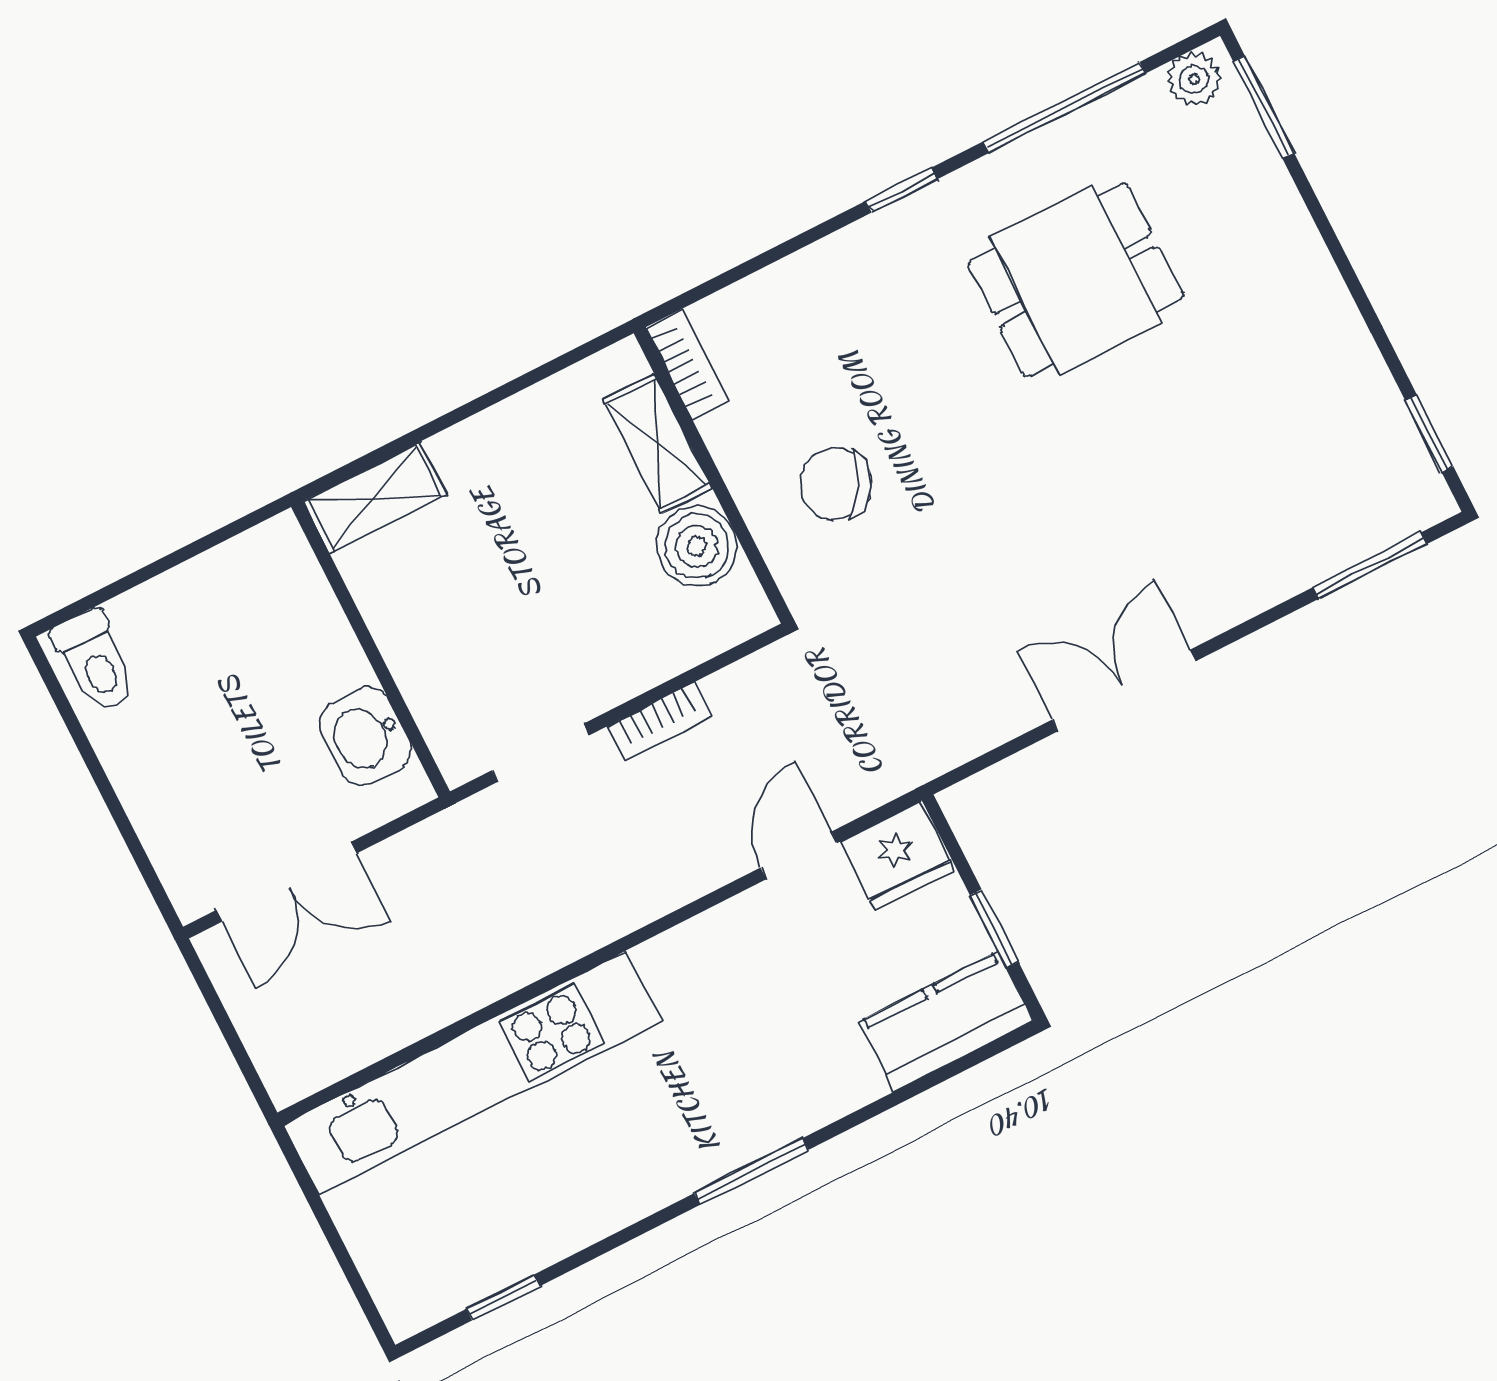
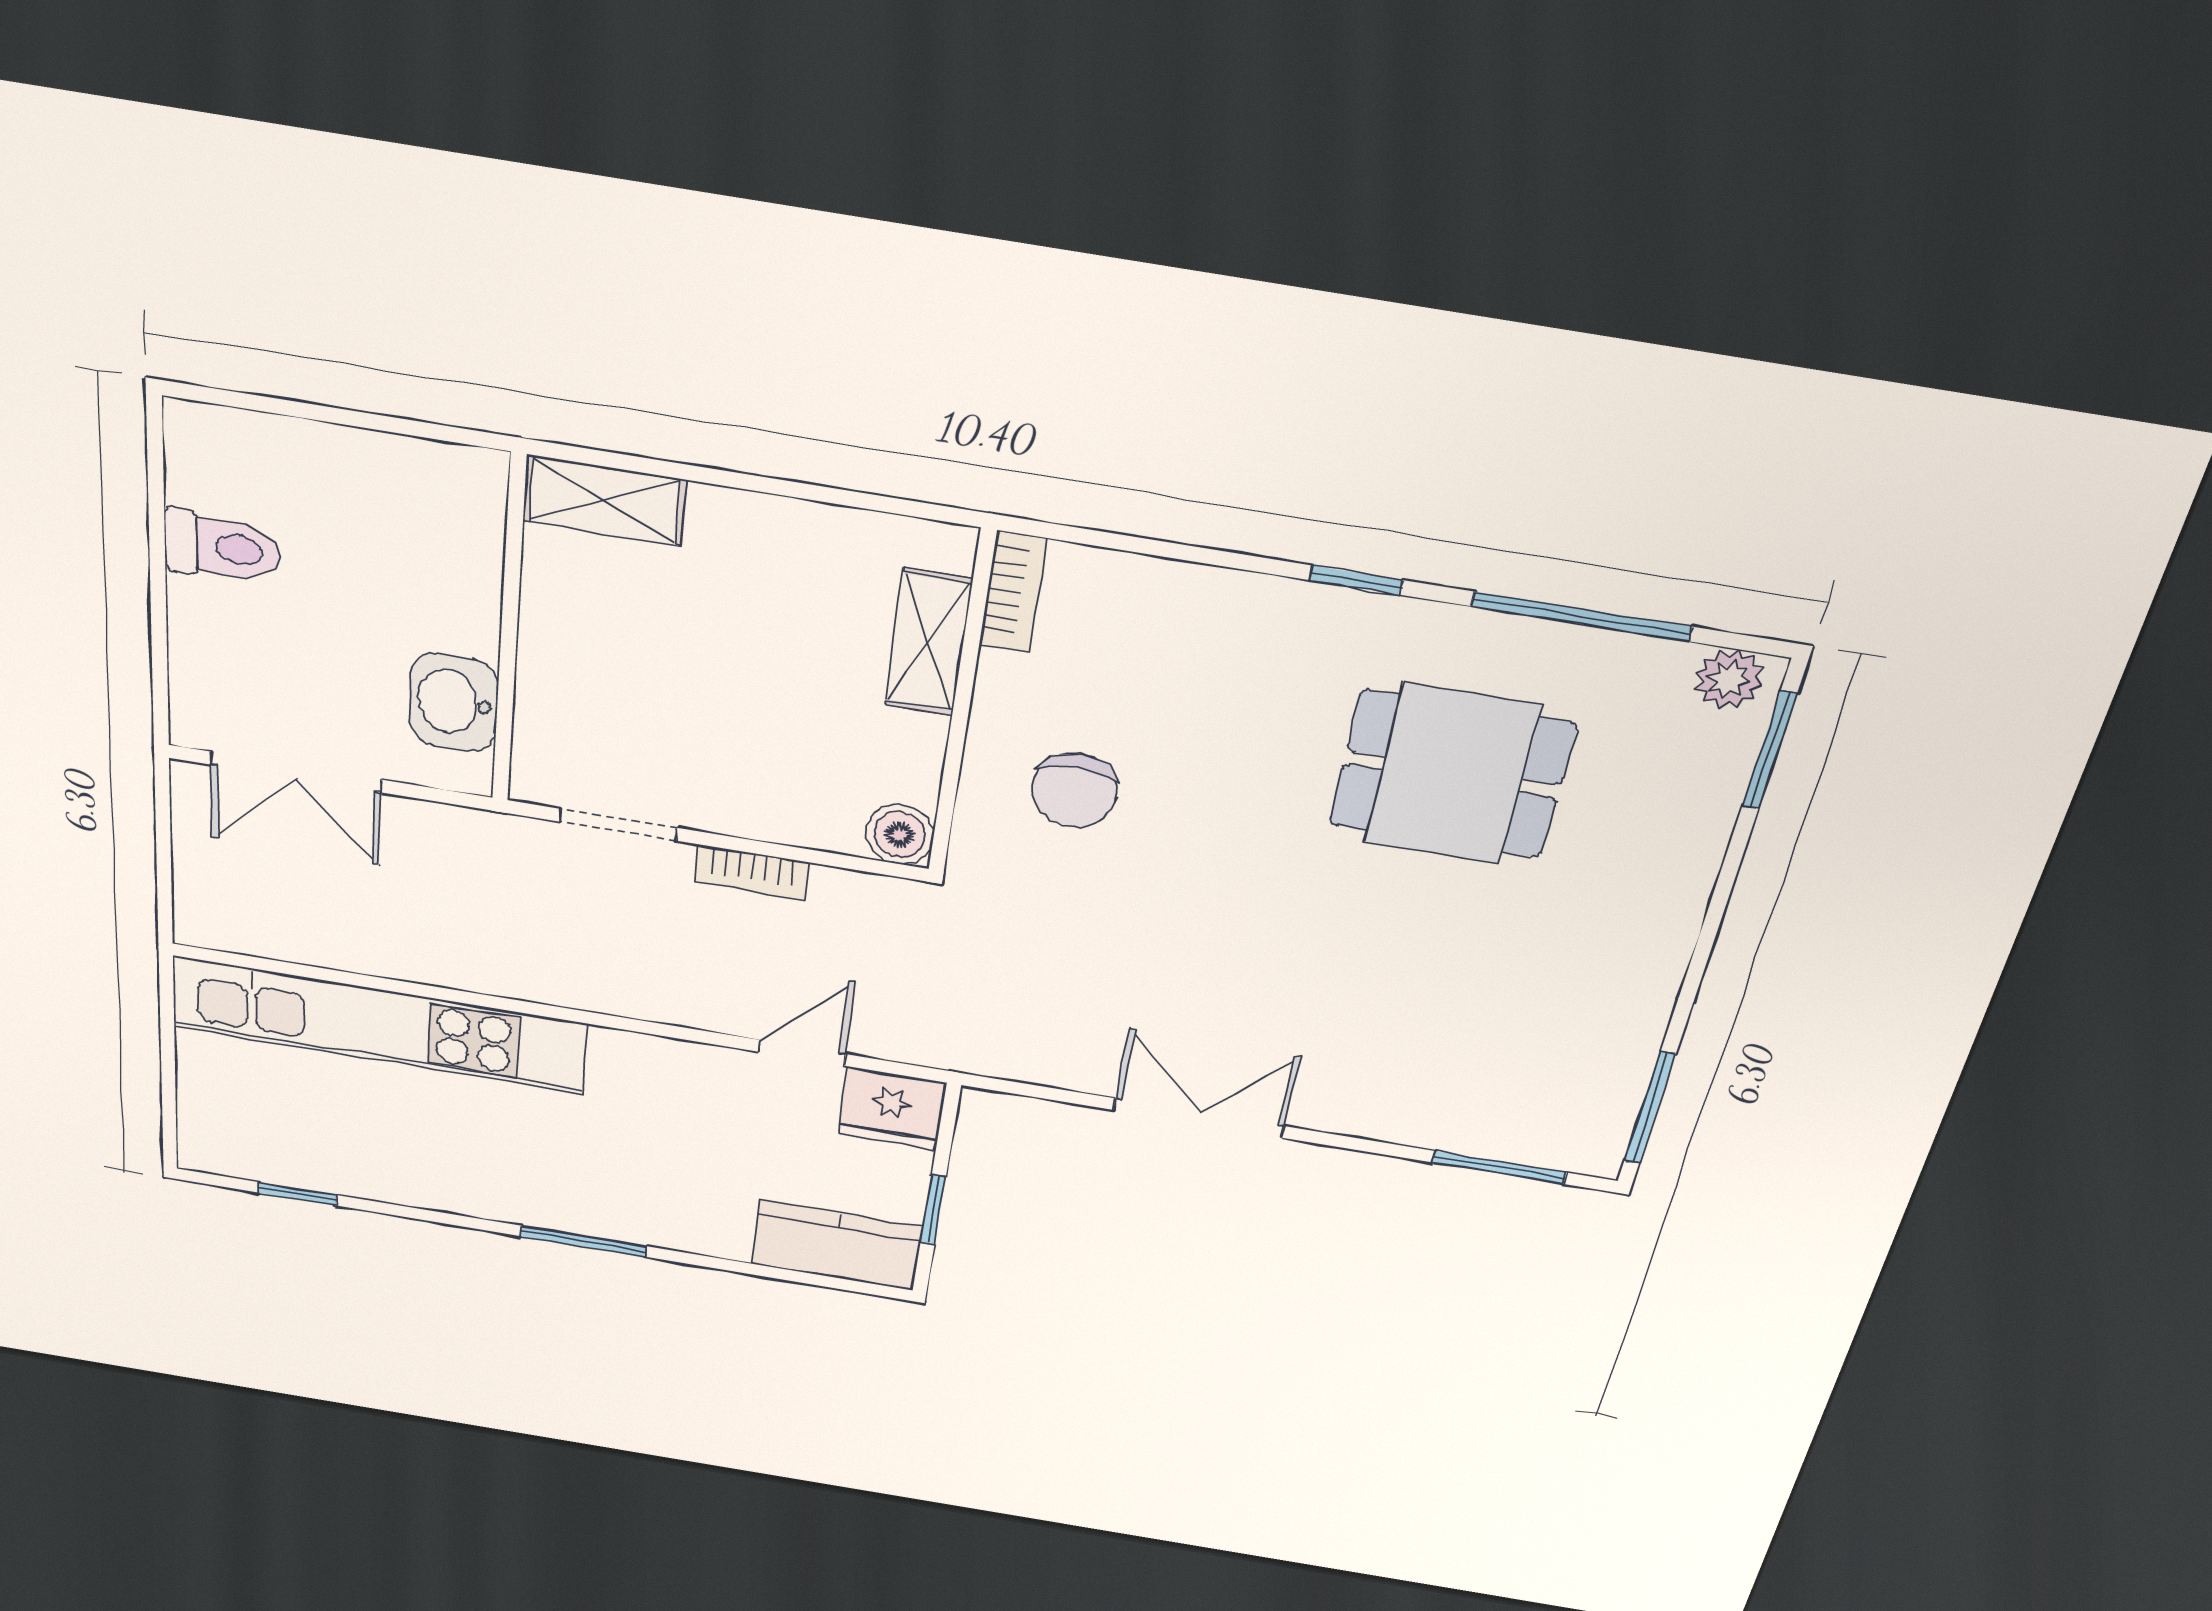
window: (1429, 433) -> (1650, 1107), width x1.50
chair: (836, 484) -> (1075, 791), turned -121
boiler: (697, 546) -> (900, 835), moved, width x0.73, depth x0.73
toilet: (95, 661) -> (222, 547), moved, turned -90

